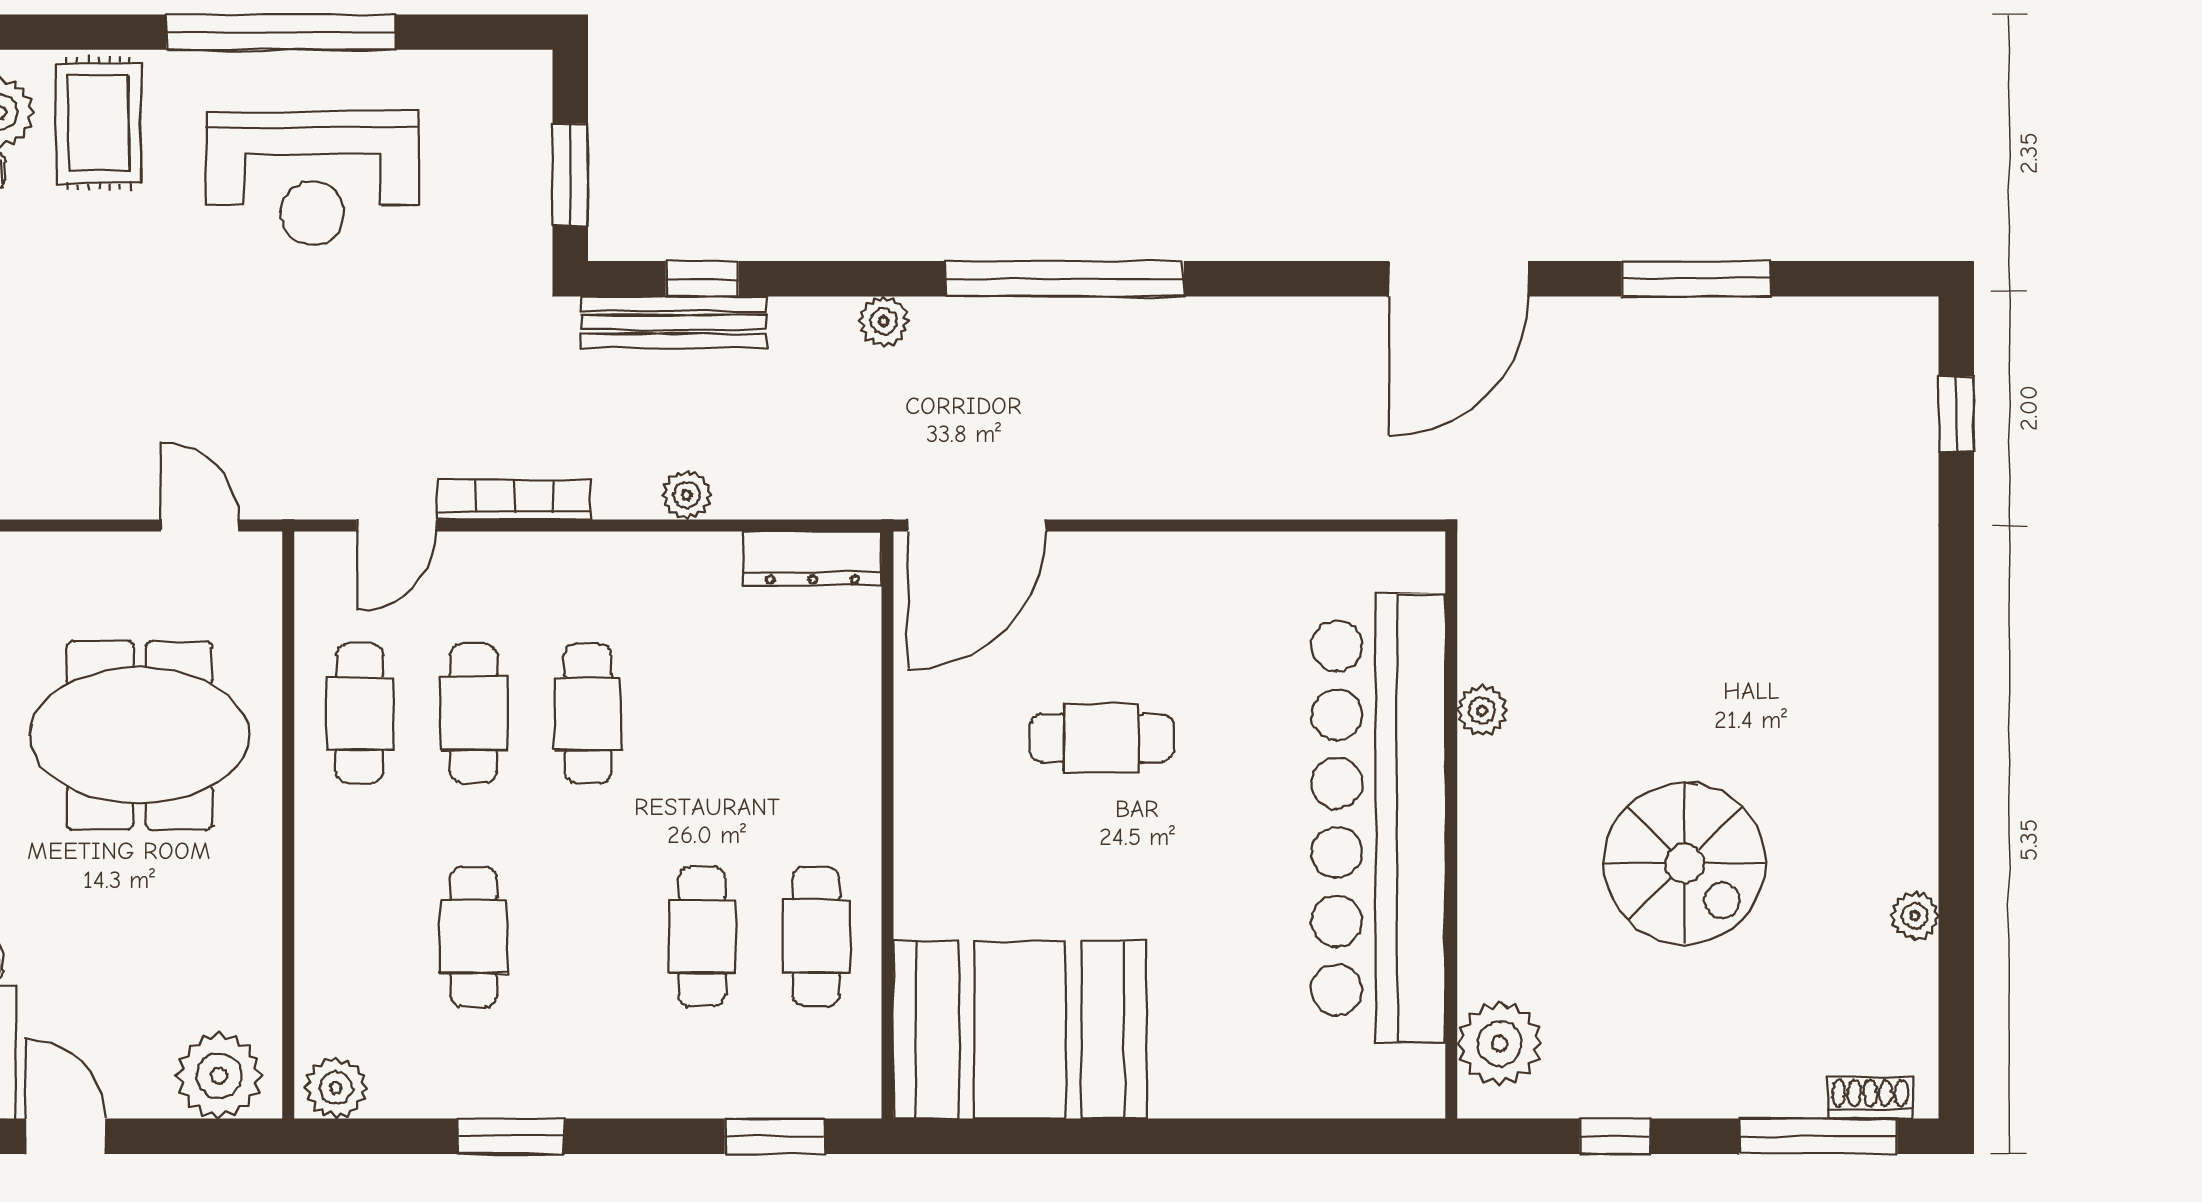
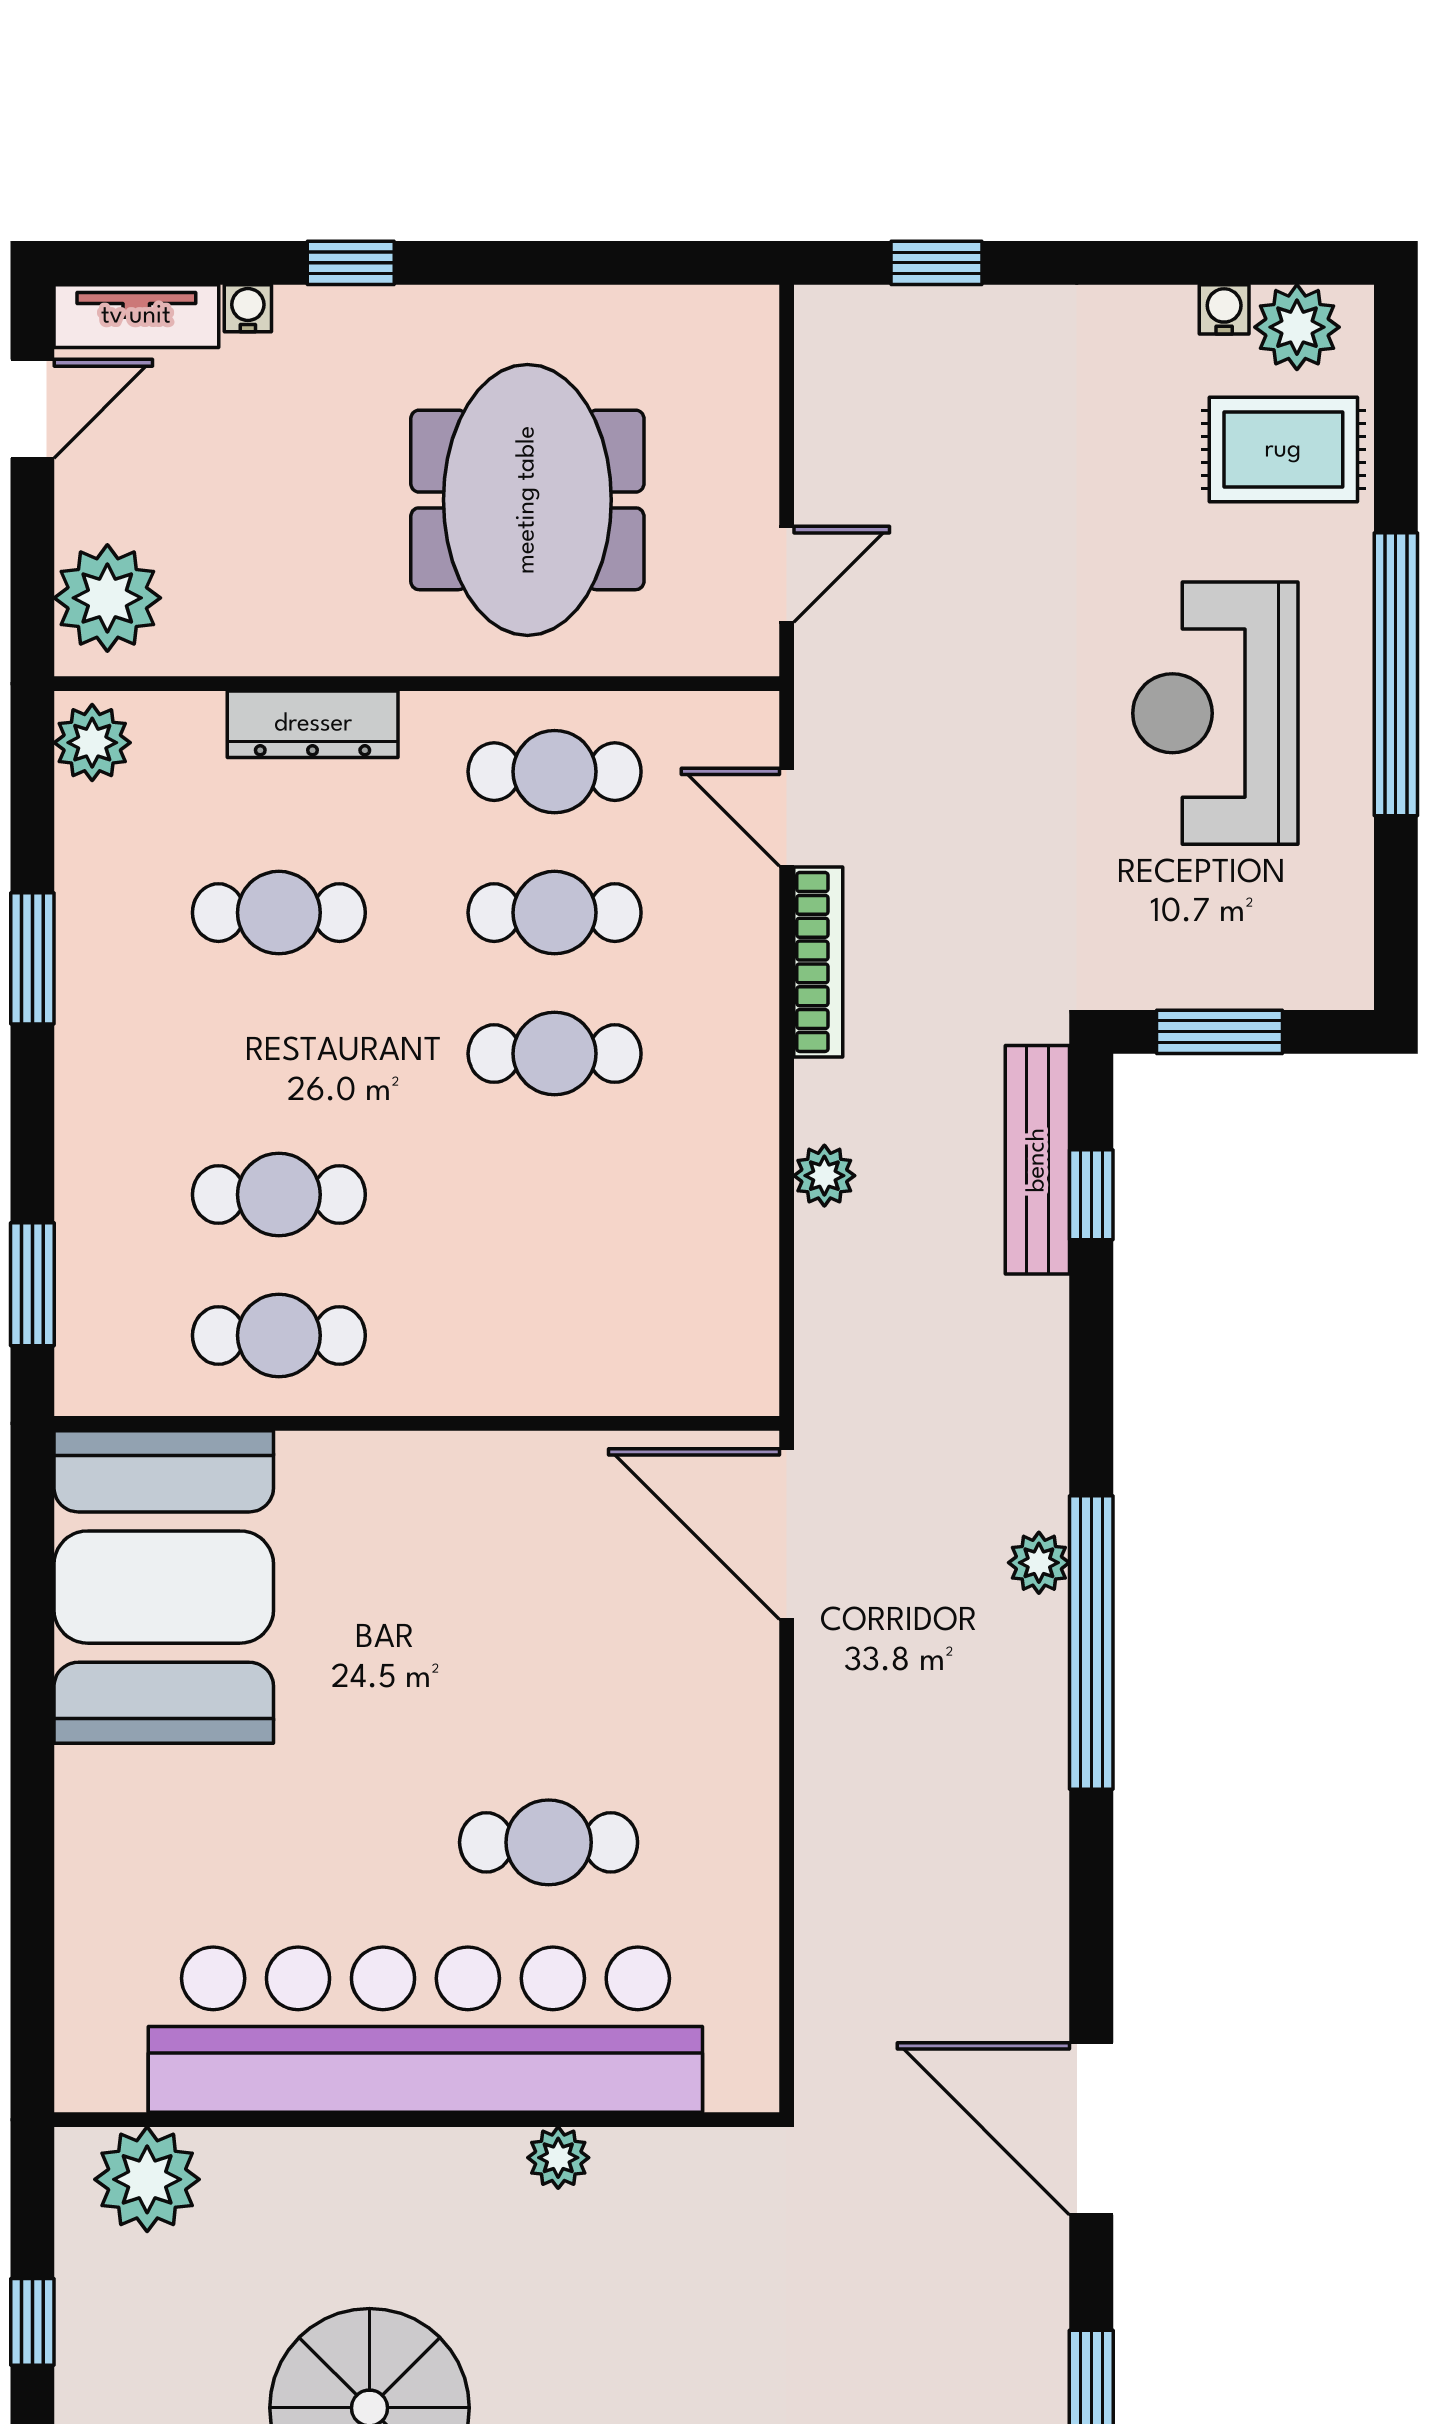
plant: (884, 321) -> (1039, 1563), moved
dresser: (813, 558) -> (313, 724), moved, turned -90
cafe table: (1102, 738) -> (549, 1842), moved, turned 90

